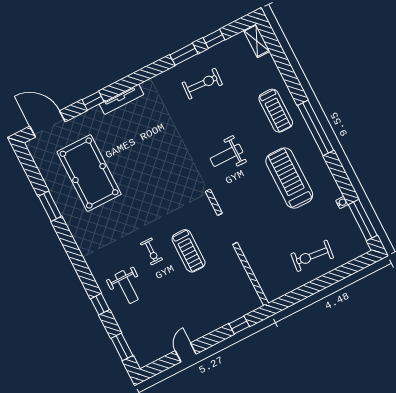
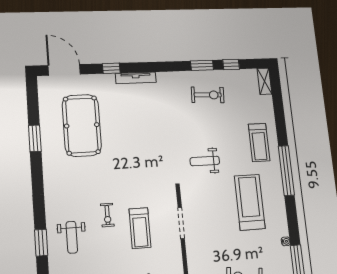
window: (100, 304) -> (41, 243), width x1.50

